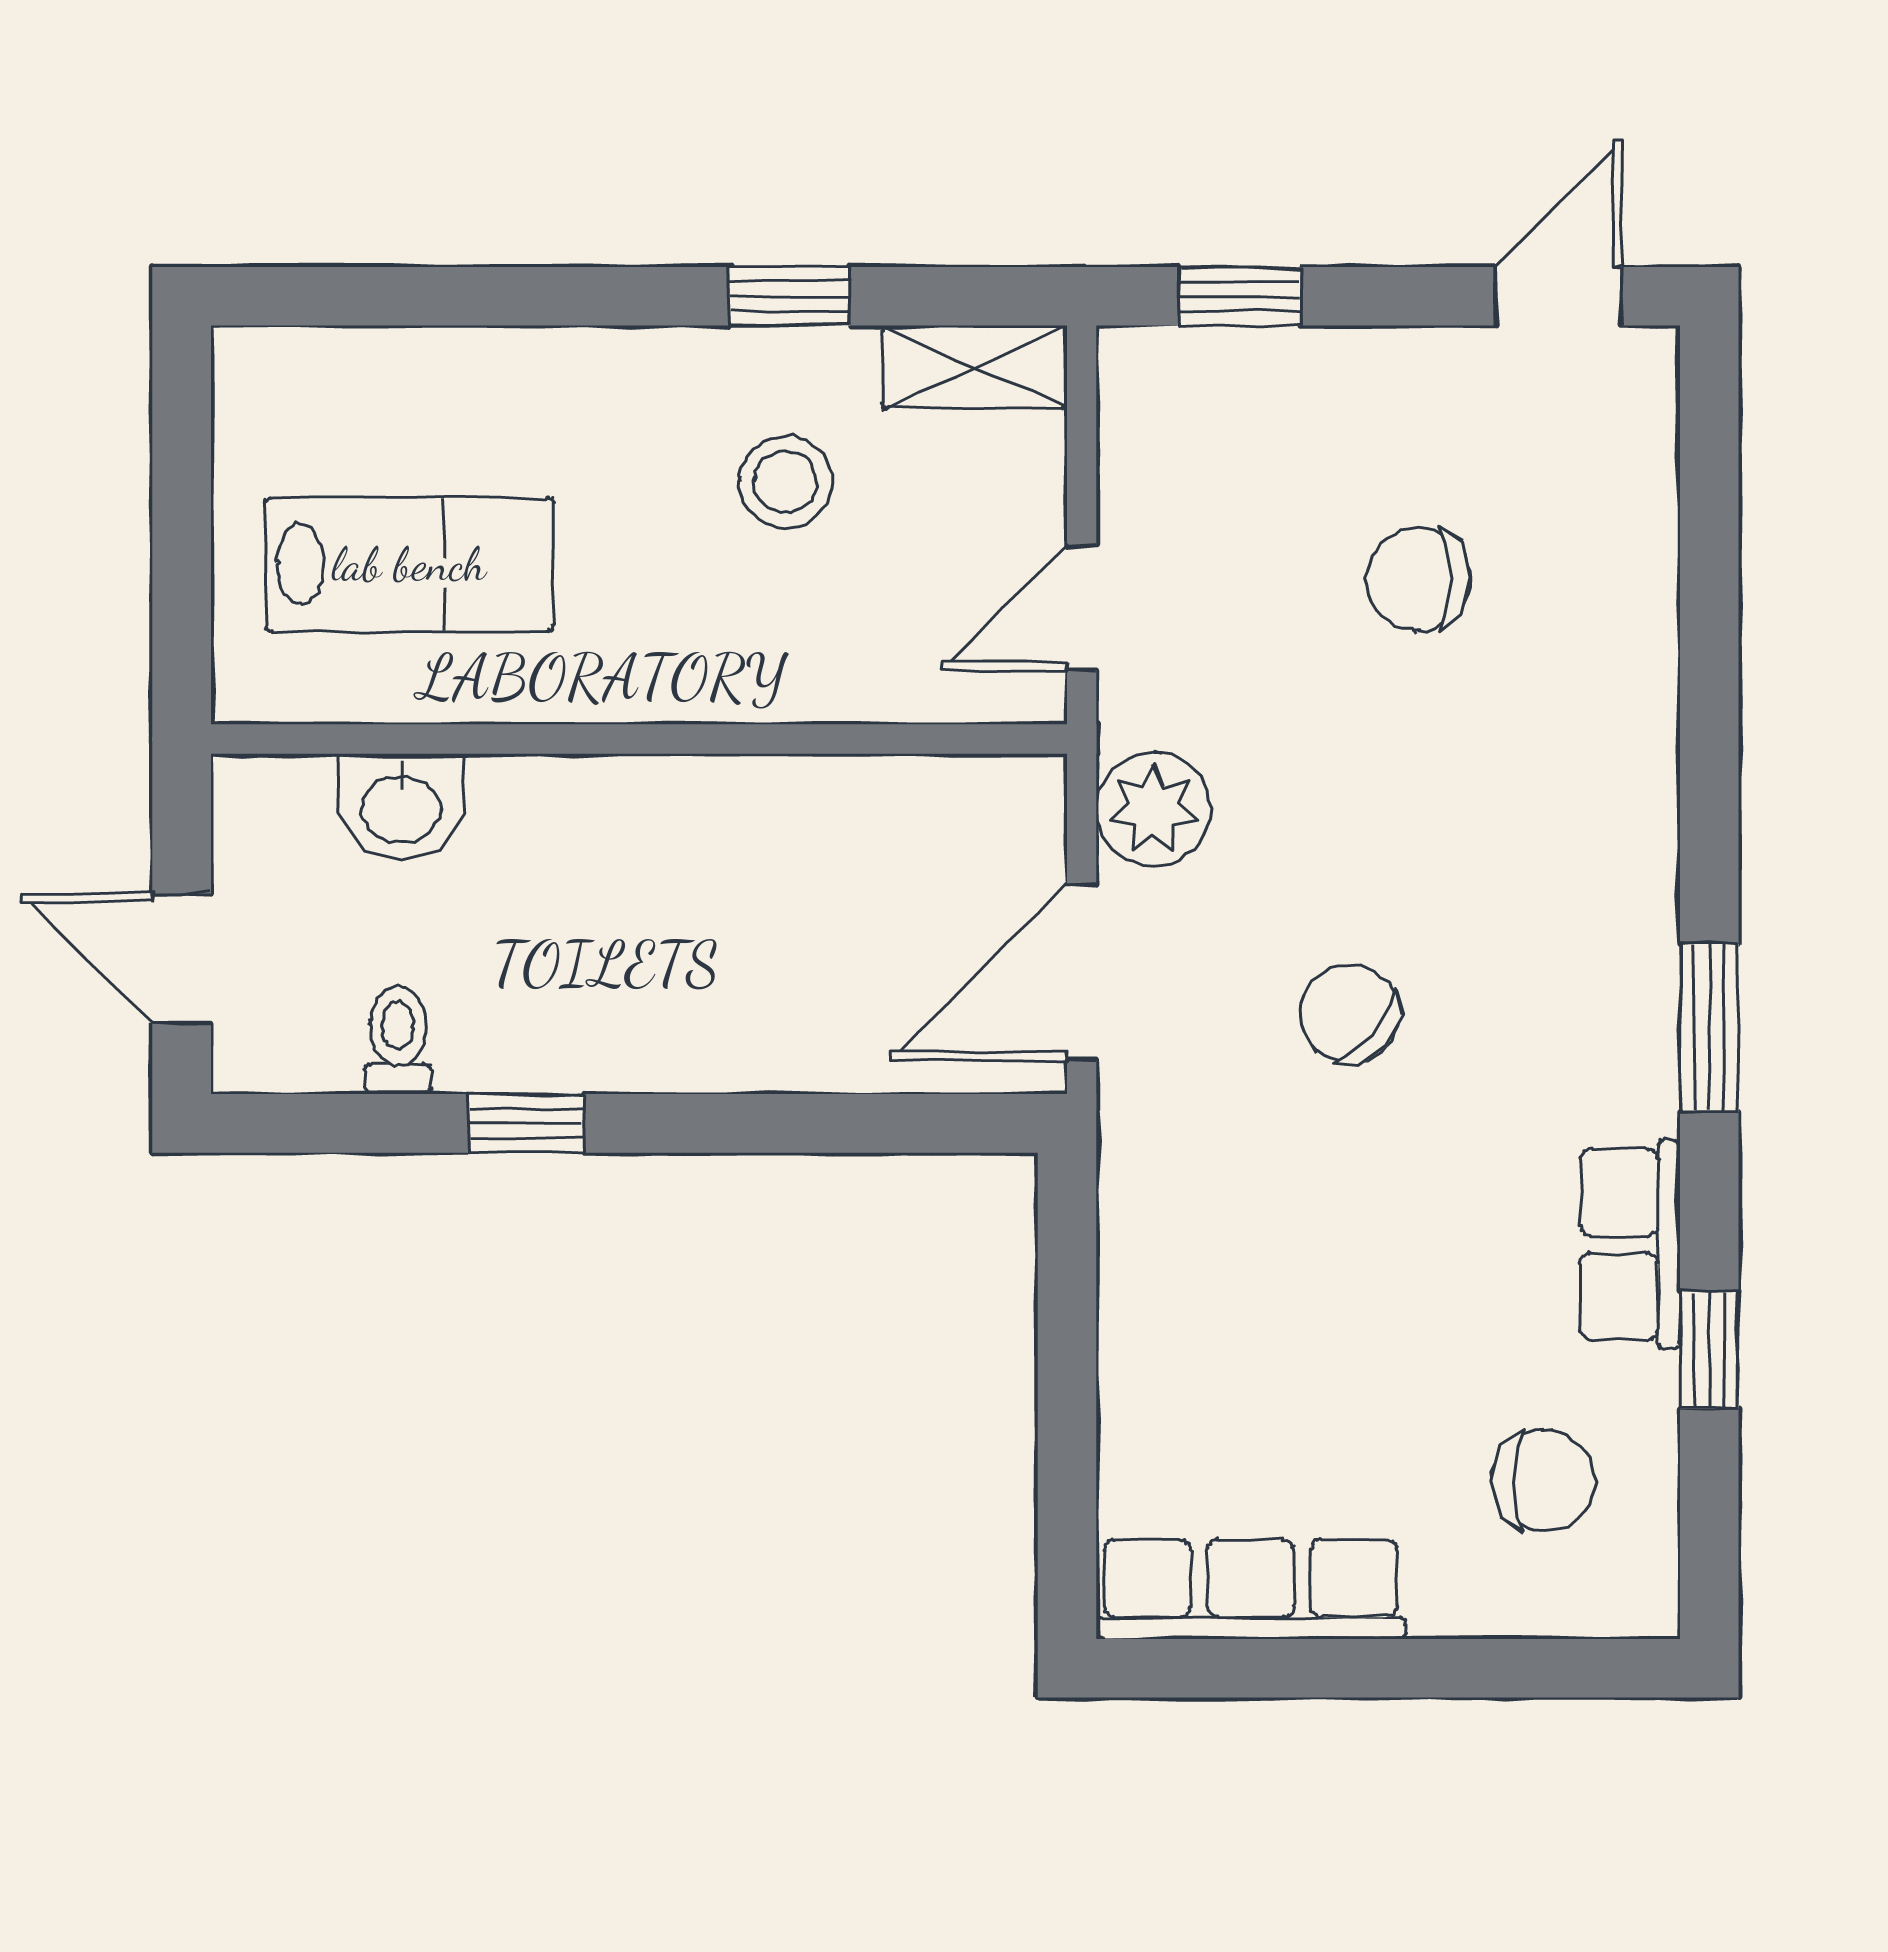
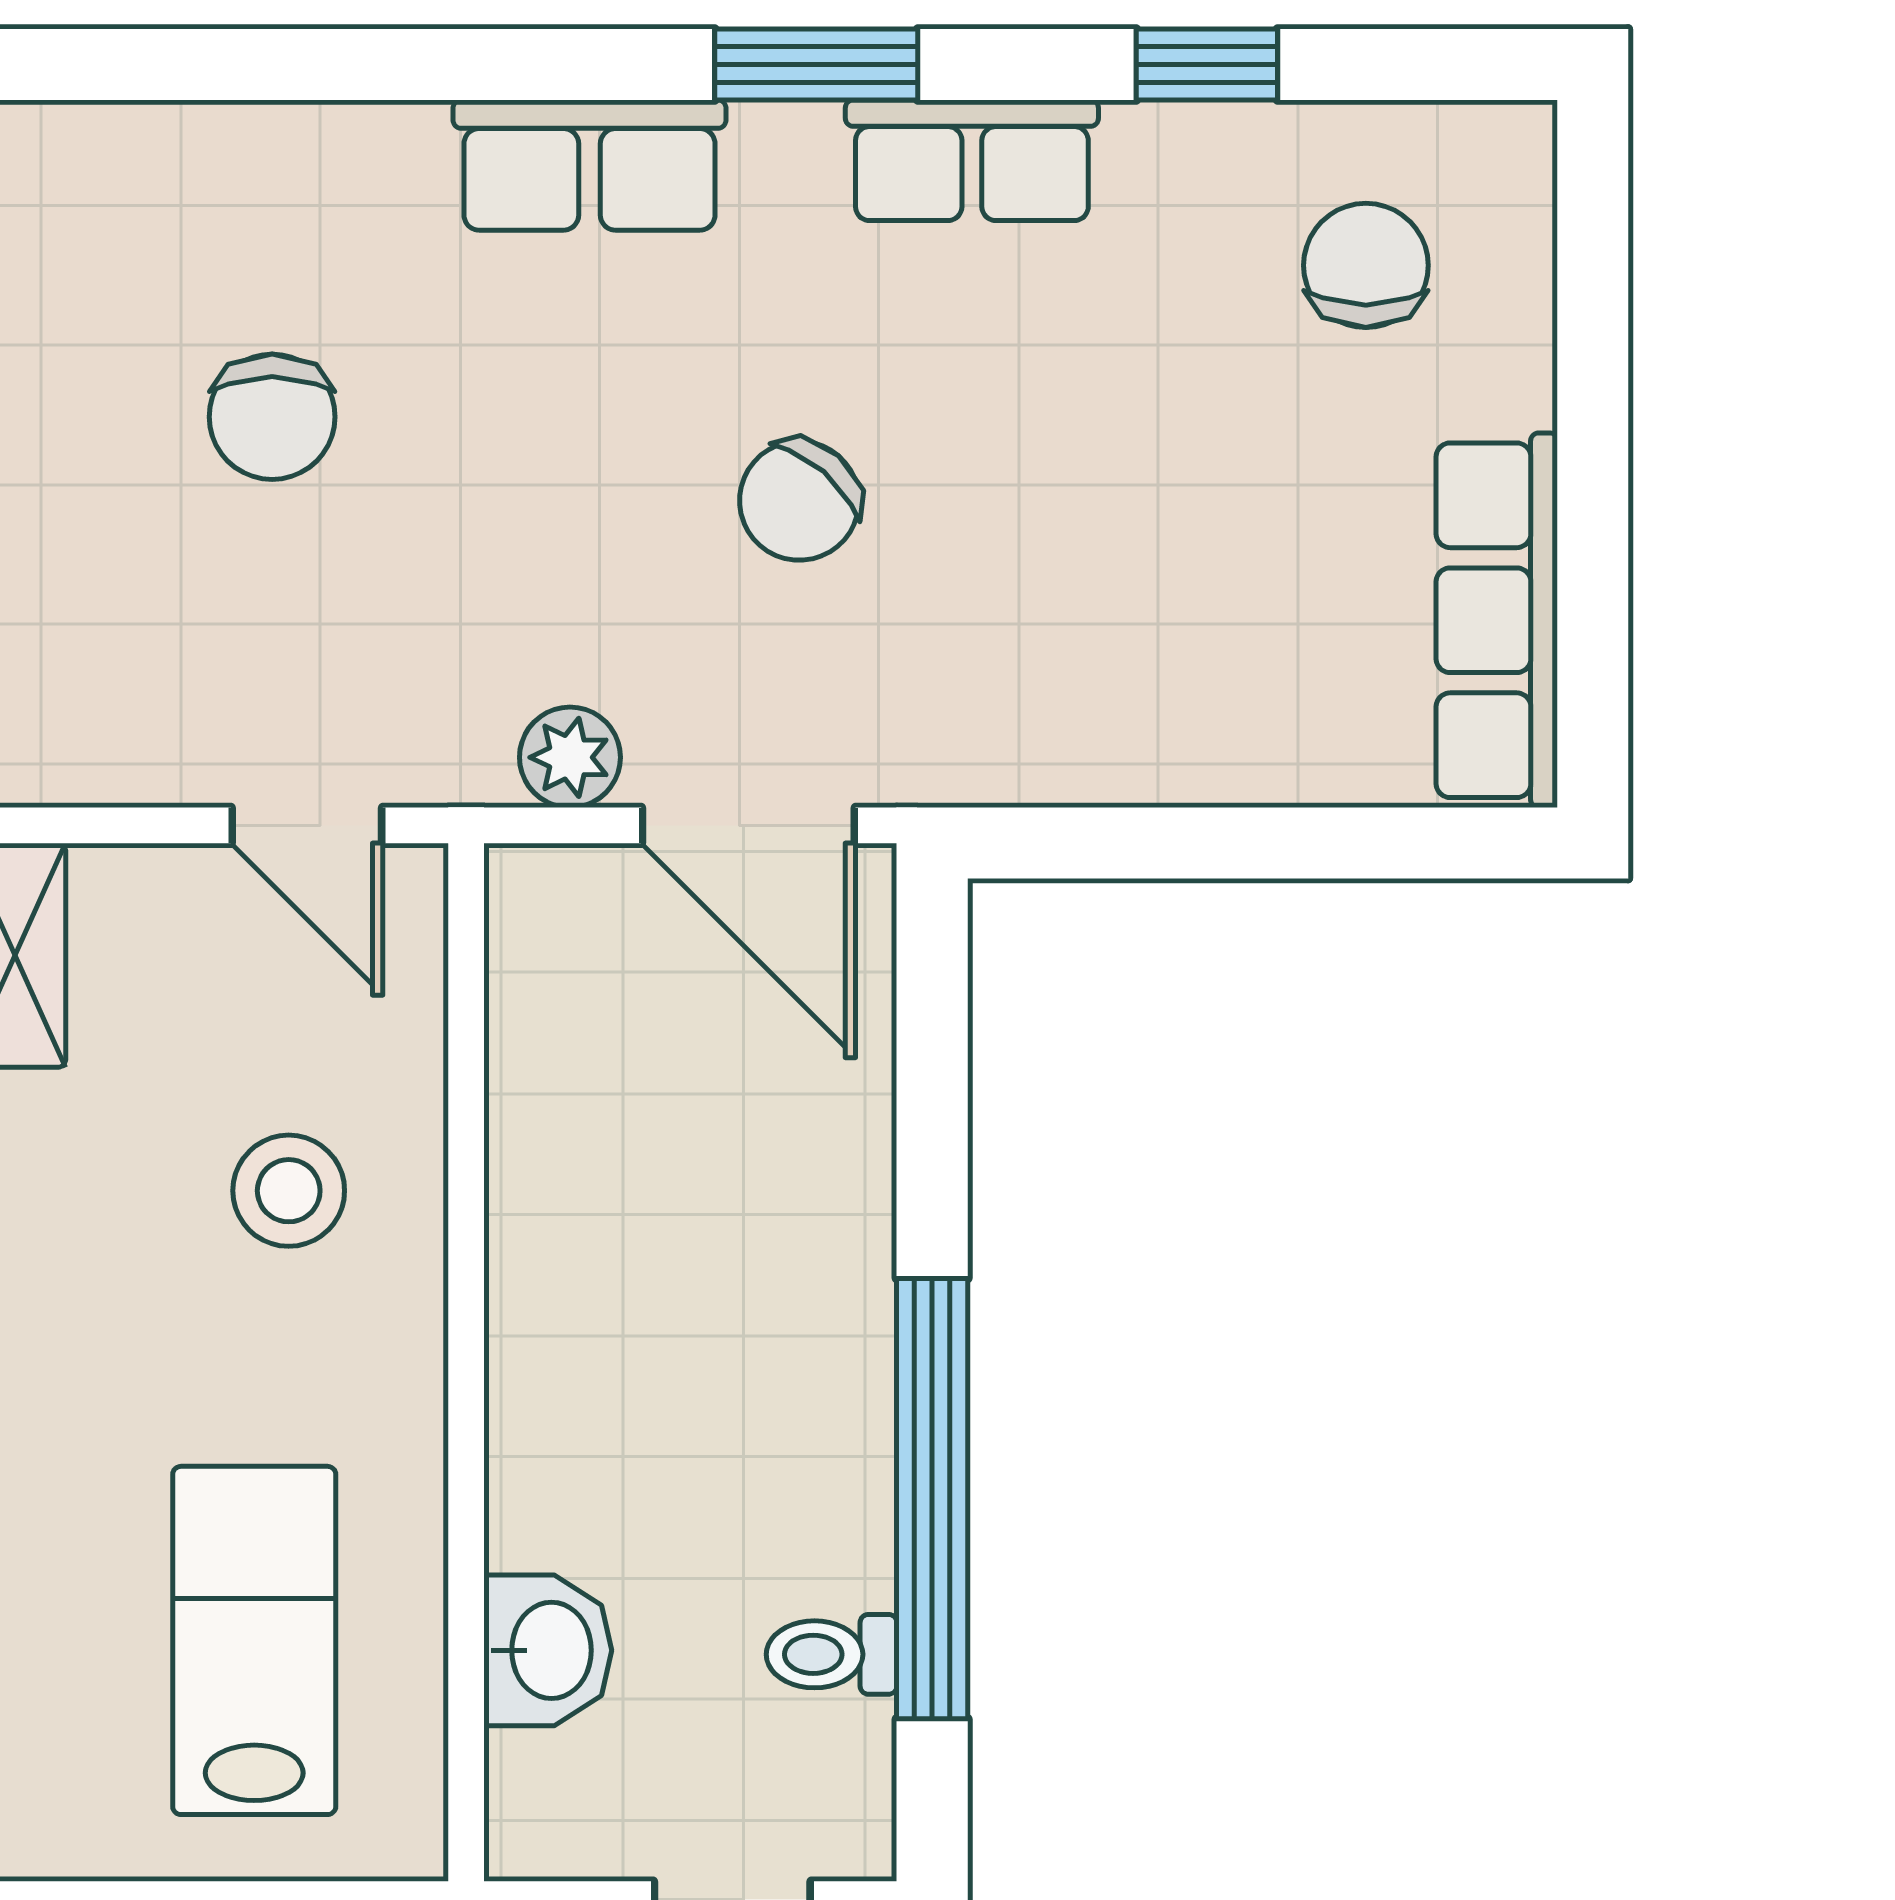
stool: (786, 482) -> (289, 1191), moved
plant: (1153, 809) -> (570, 757), width x0.73, depth x0.73
row of seats: (1626, 841) -> (589, 165), added
window: (526, 1123) -> (932, 1499), width x3.17
row of seats: (1630, 1245) -> (972, 160), moved

